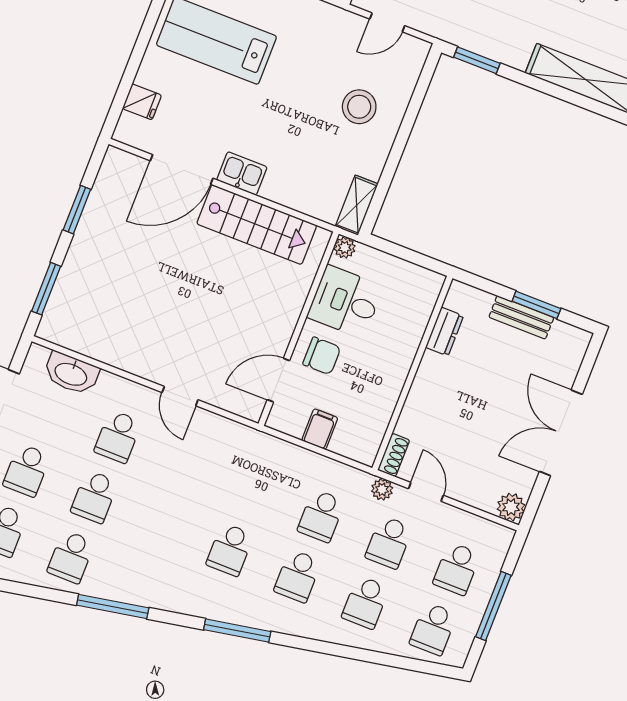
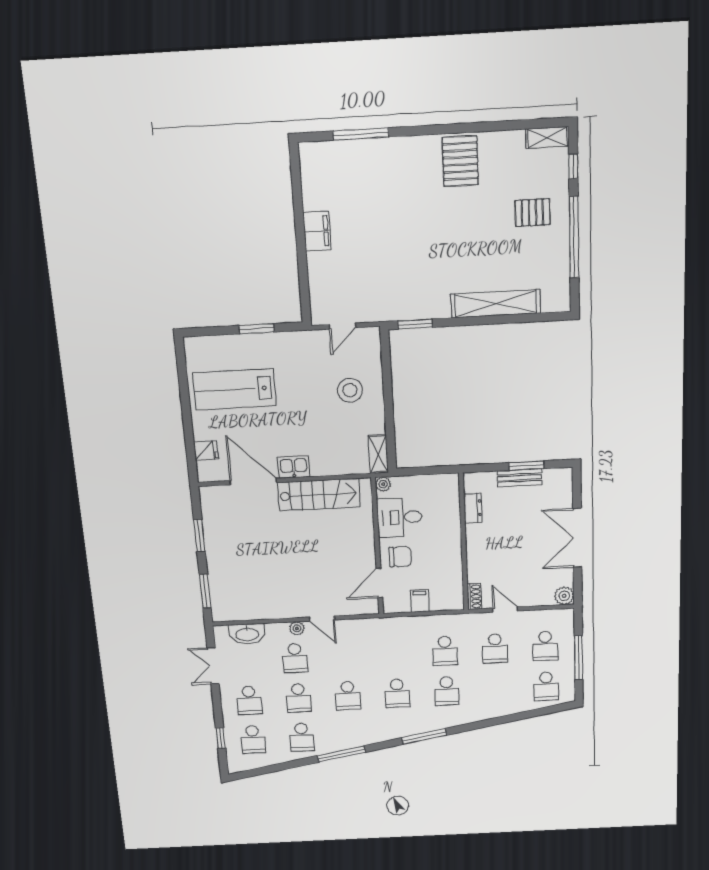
door: (182, 169) -> (253, 482), swing flipped
plant: (382, 489) -> (297, 628), moved
school desk: (365, 602) -> (348, 696), moved

